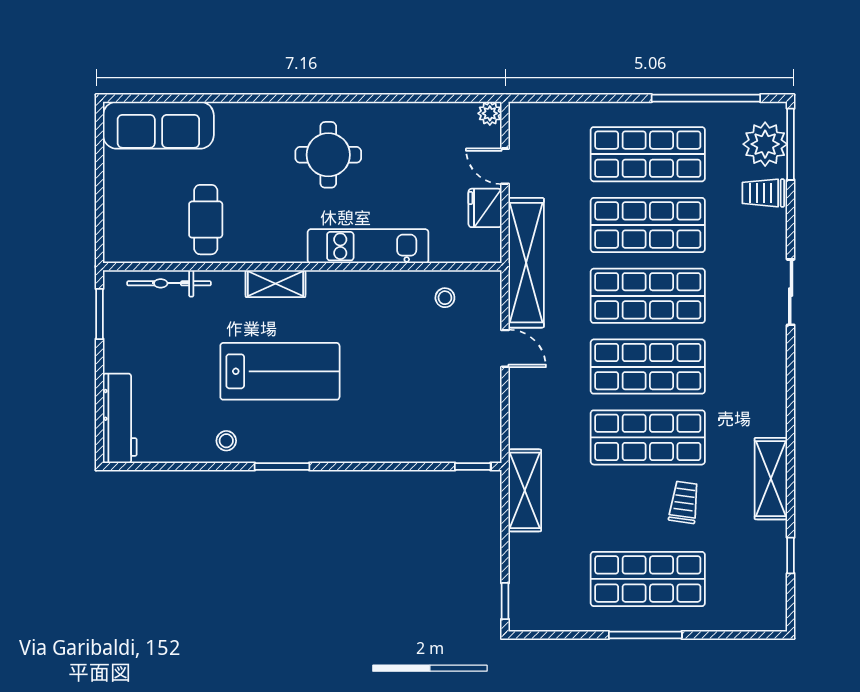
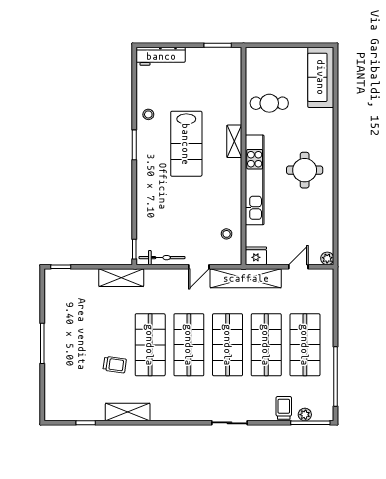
plant: (765, 144) -> (305, 415), width x0.53, depth x0.53
fridge: (485, 208) -> (256, 256), moved
kitchen unit: (368, 246) -> (255, 180), width x1.36
bicycle: (169, 283) -> (162, 258), moved, turned 90
shop shelf: (648, 579) -> (73, 345), removed

